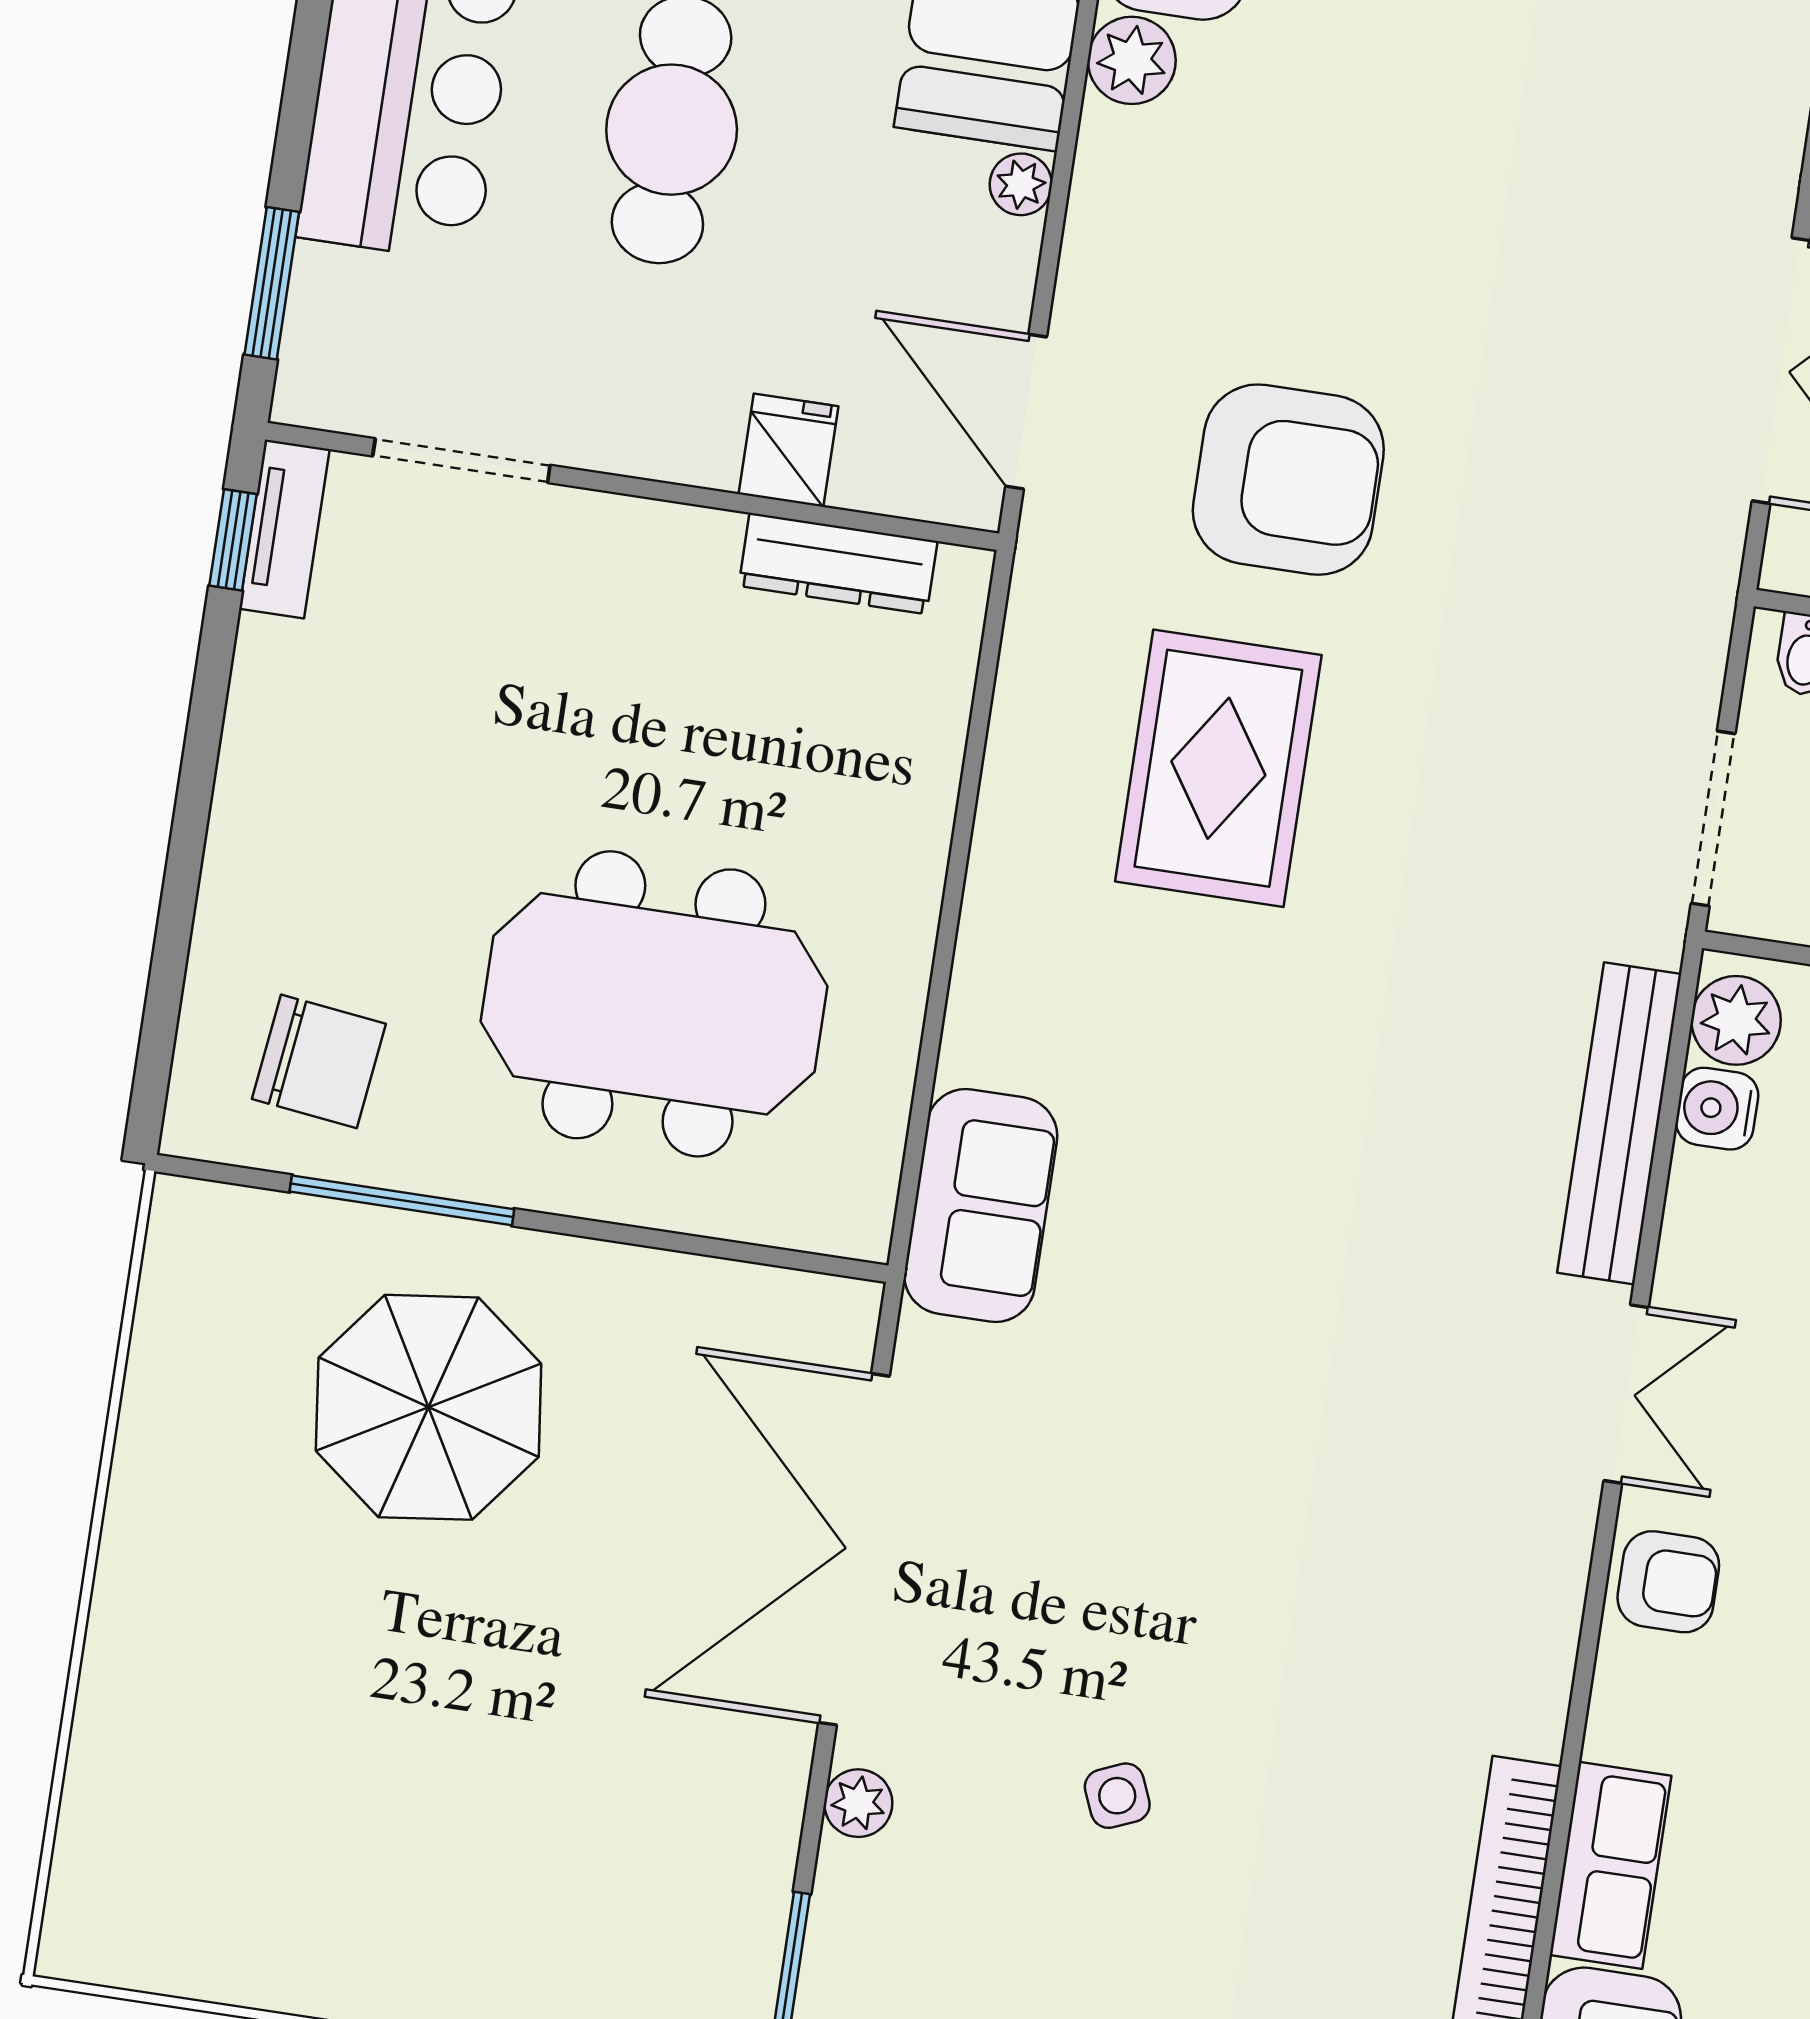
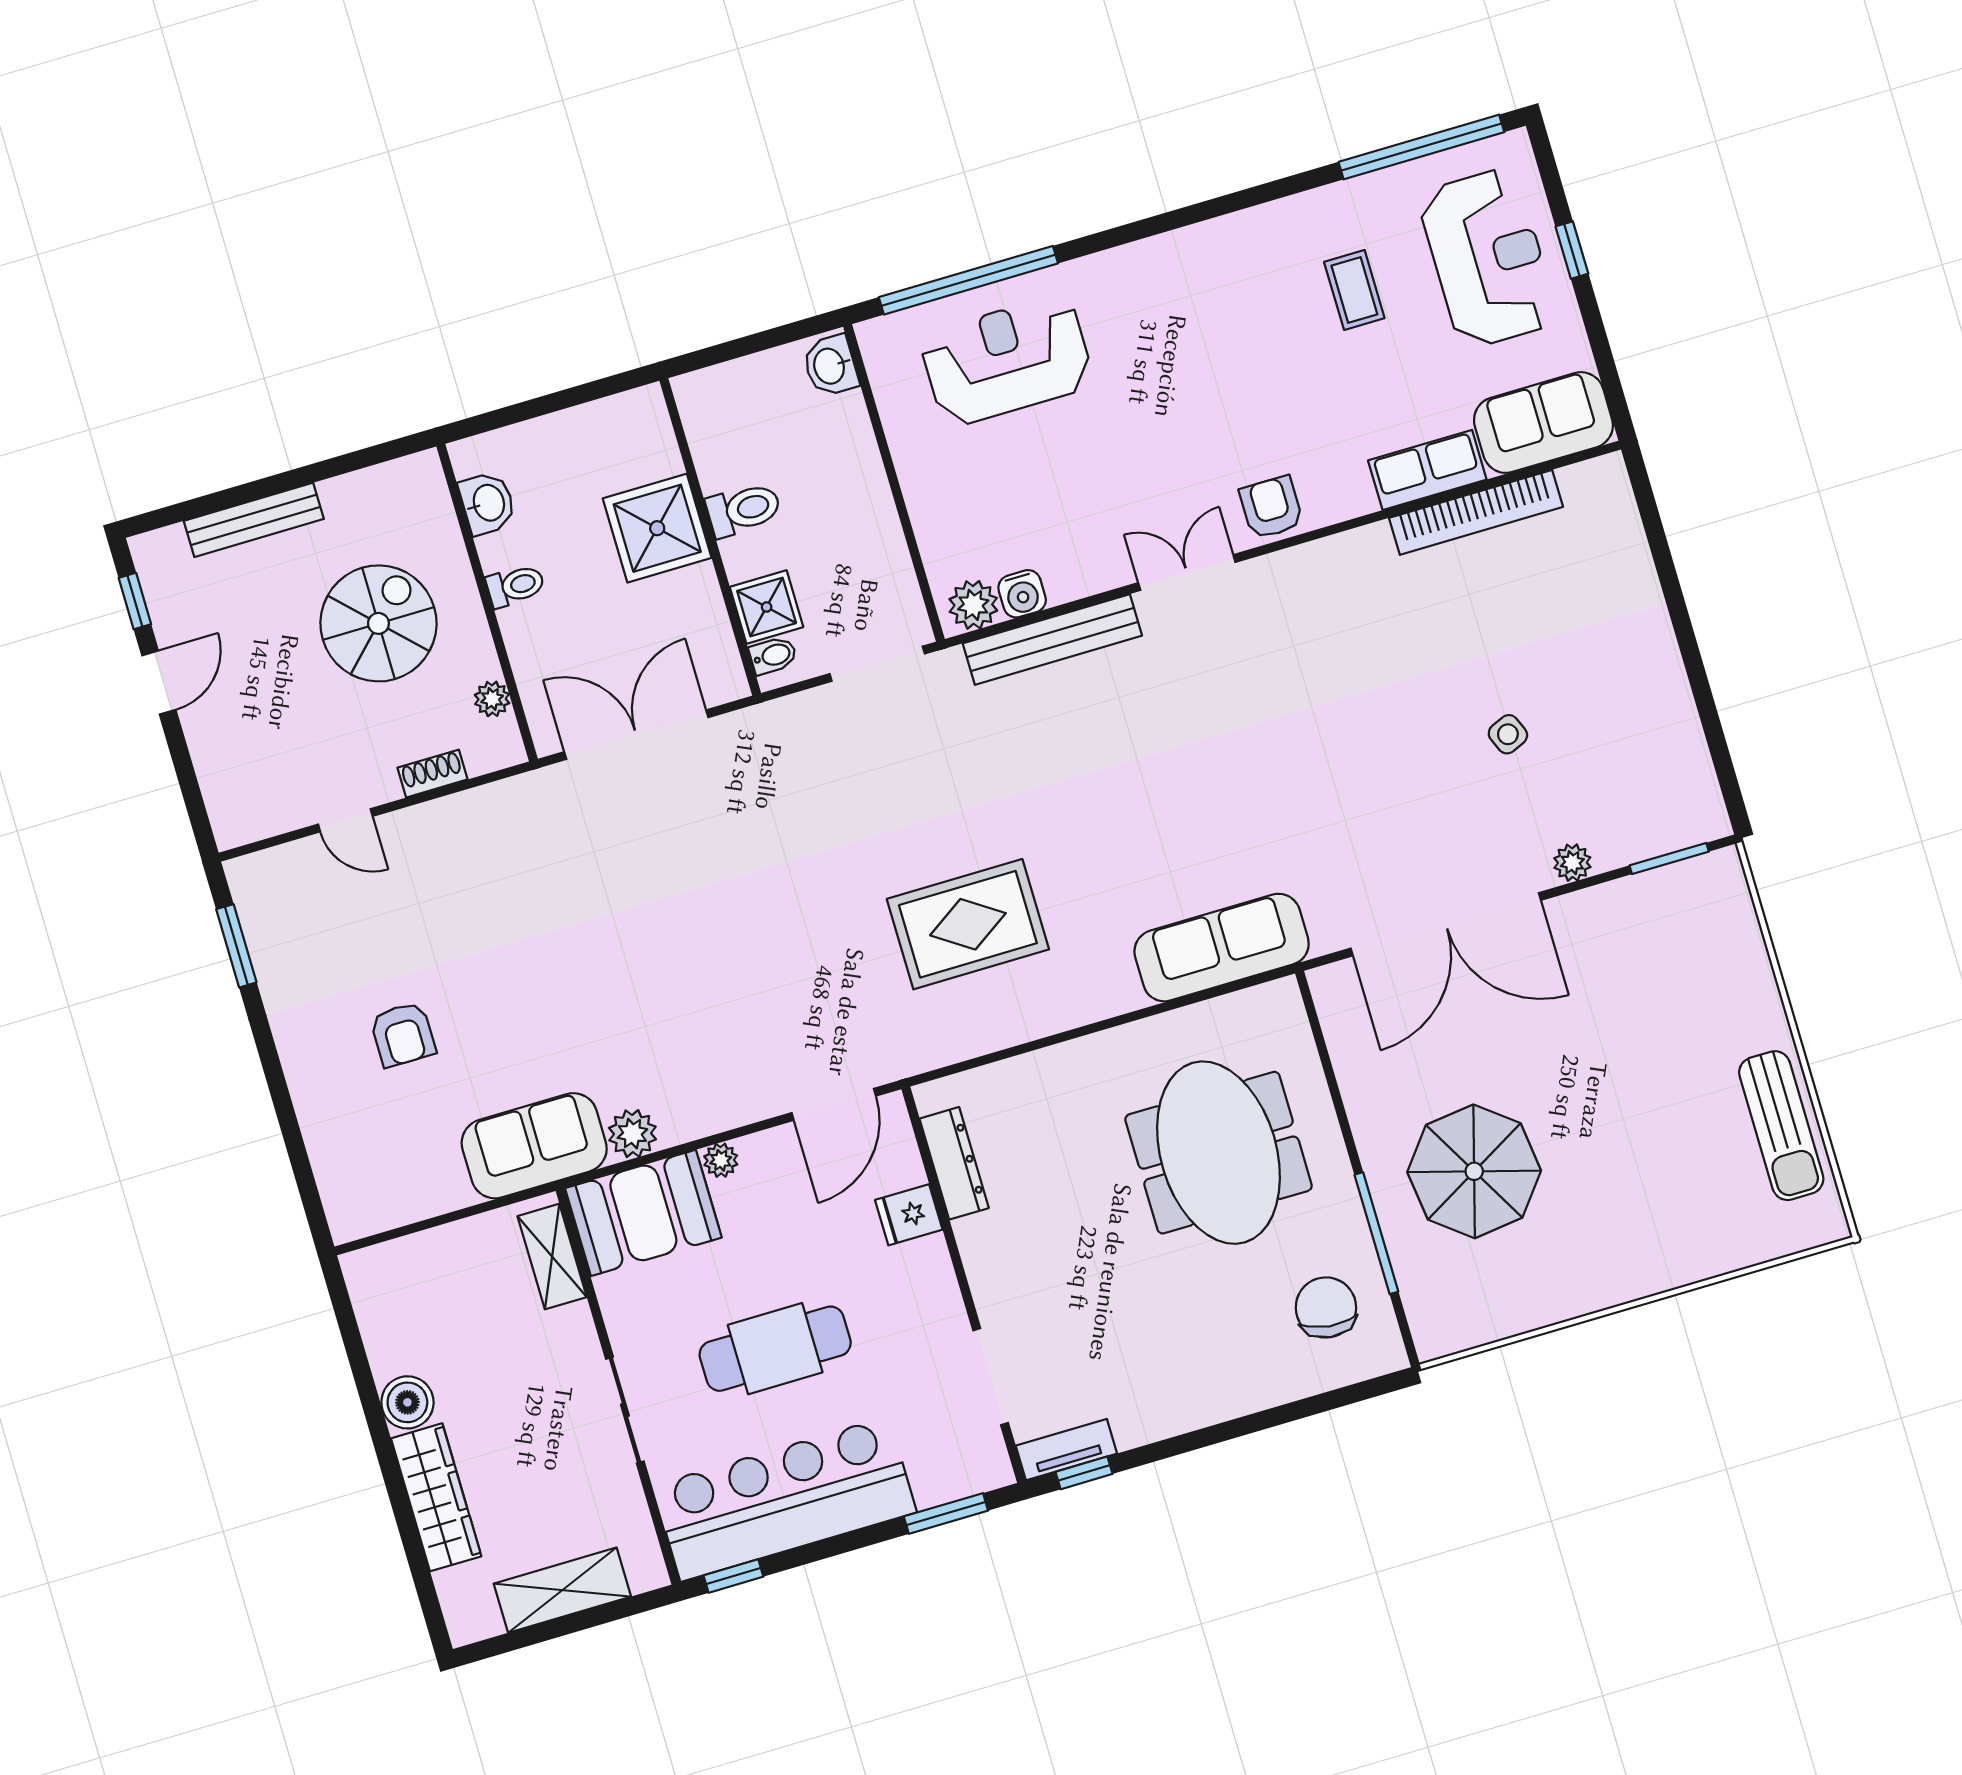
armchair: (1288, 480) -> (806, 957), removed
sofa: (981, 1206) -> (1222, 948), width x1.36
sun lounger: (269, 1944) -> (1781, 1126), added

